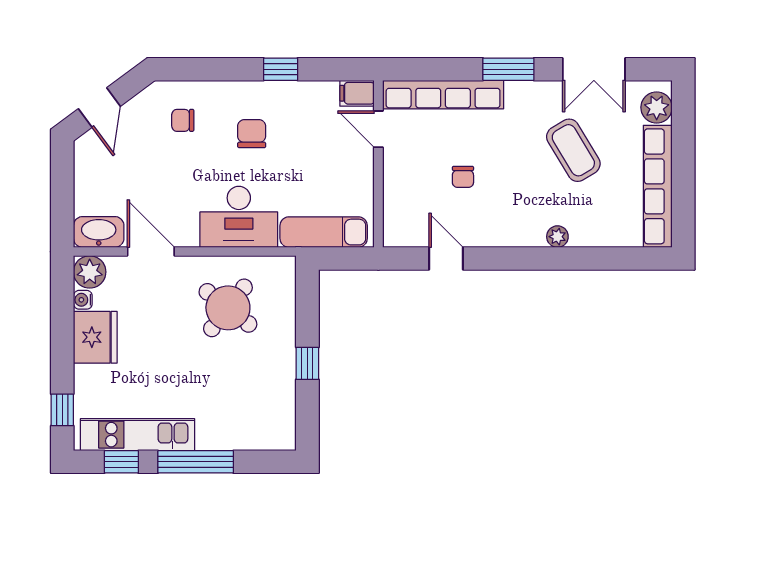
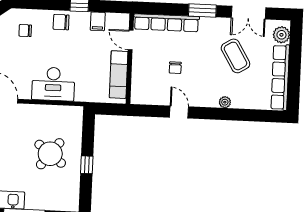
filing cabinet: (357, 93) -> (98, 21), moved, turned -90
chair: (252, 134) -> (61, 22), moved, turned -90
exam couch: (324, 232) -> (119, 75), moved, turned -90
door: (446, 259) -> (179, 112), moved
round table: (228, 308) -> (50, 154), moved

